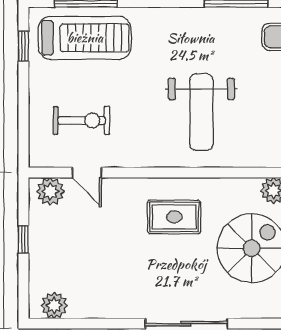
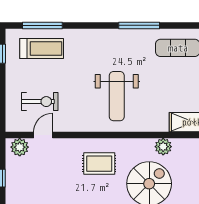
treadmill: (85, 38) -> (42, 48), width x0.73, depth x0.73
door: (87, 173) -> (43, 135), swing flipped

